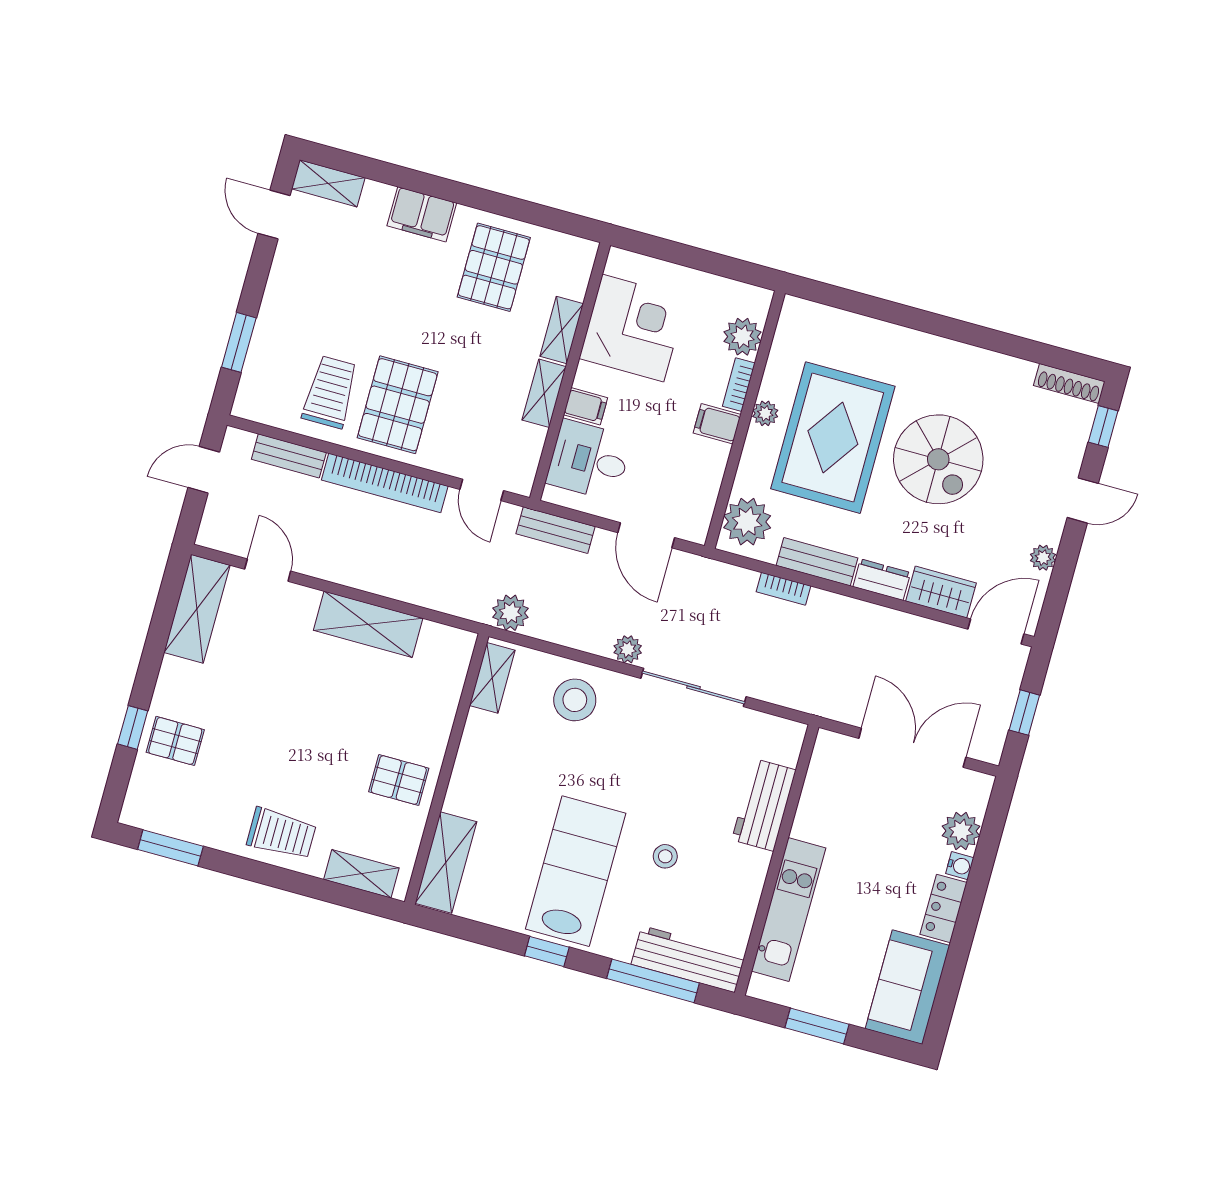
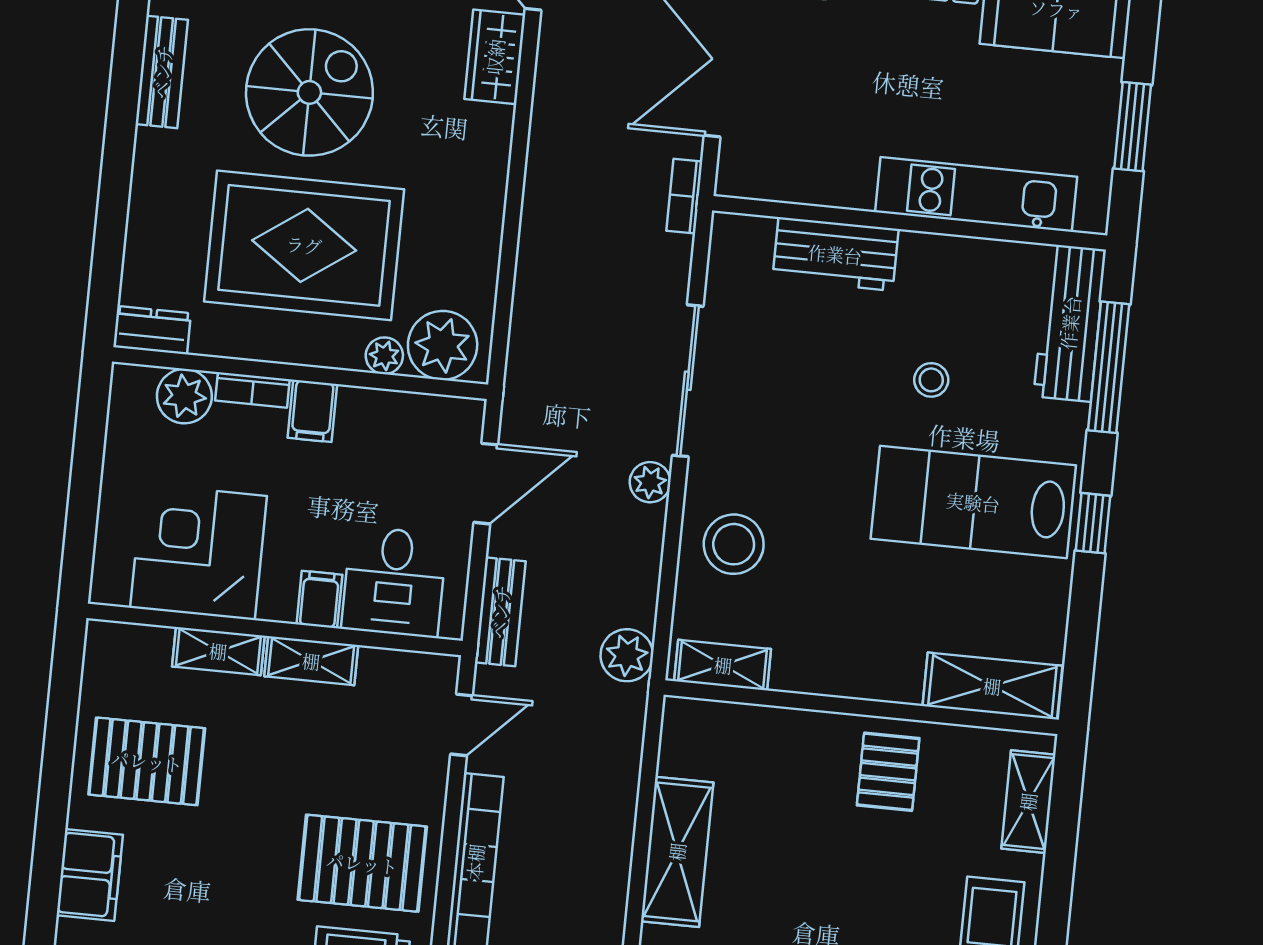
plant: (765, 413) -> (384, 356), moved
bench: (817, 562) -> (162, 72), moved
dresser: (882, 580) -> (152, 330), moved, turned 90
bookcase: (783, 589) -> (684, 196), moved, turned 180

